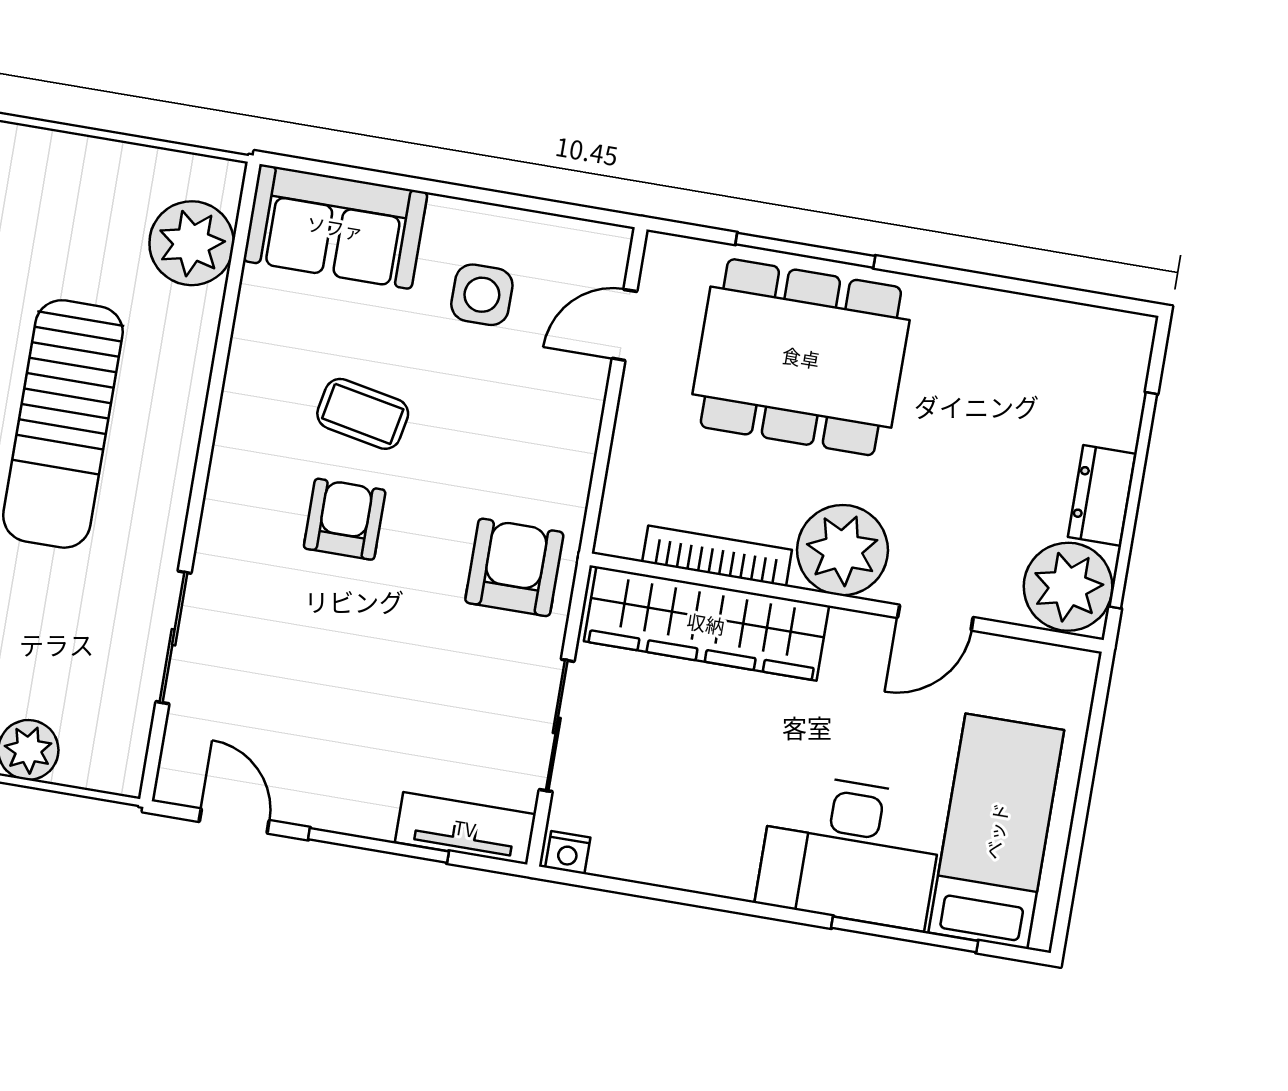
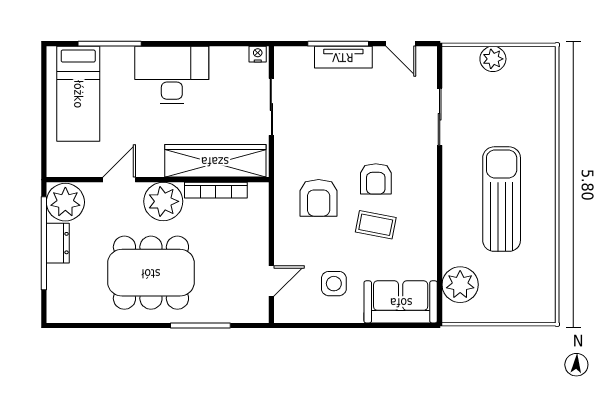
dining table: (801, 357) -> (151, 273), moved
armchair: (514, 567) -> (319, 198), moved
tv unit: (465, 828) -> (343, 57), moved
desk: (850, 851) -> (172, 75), moved

